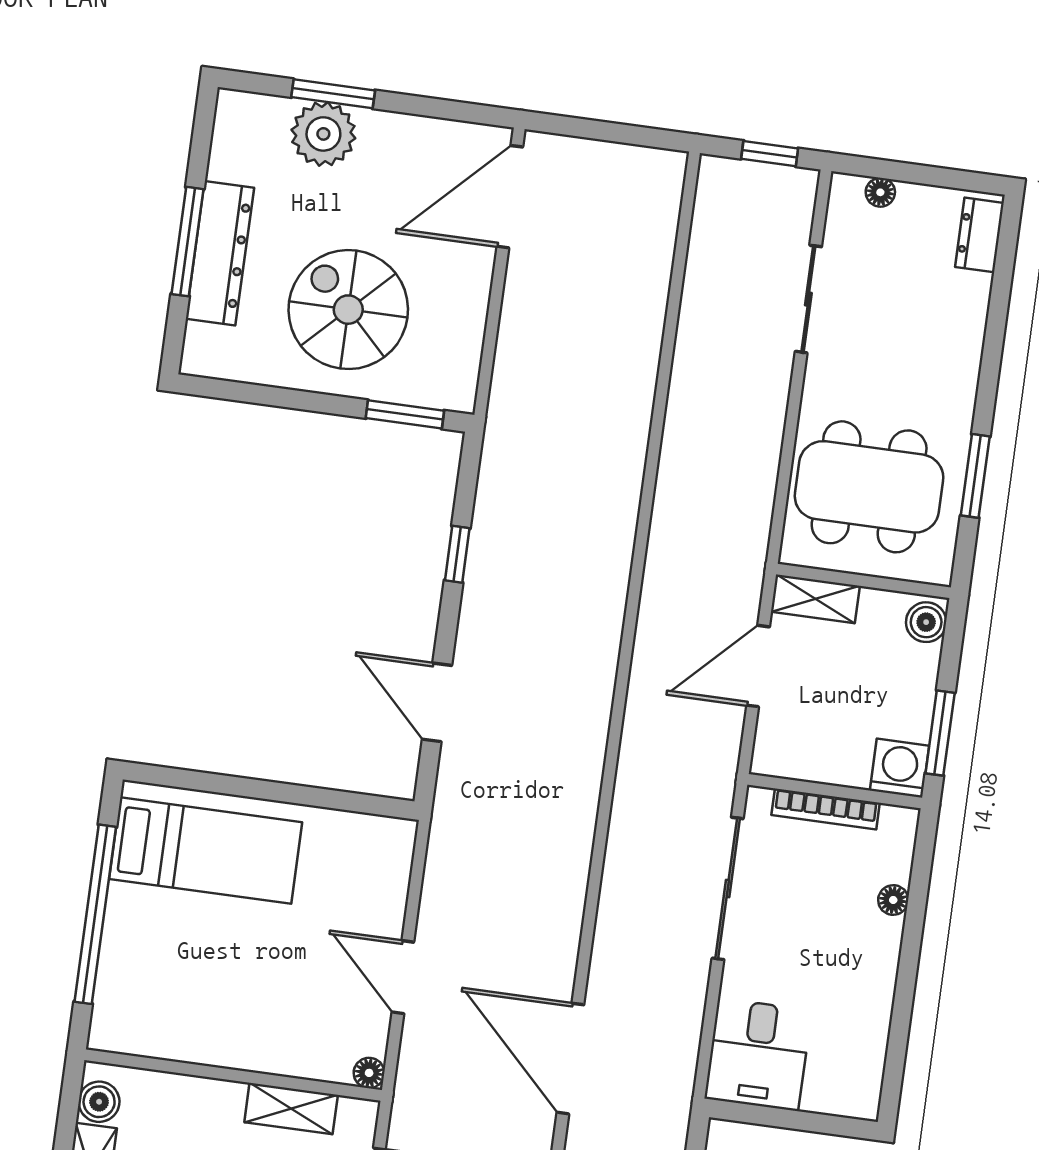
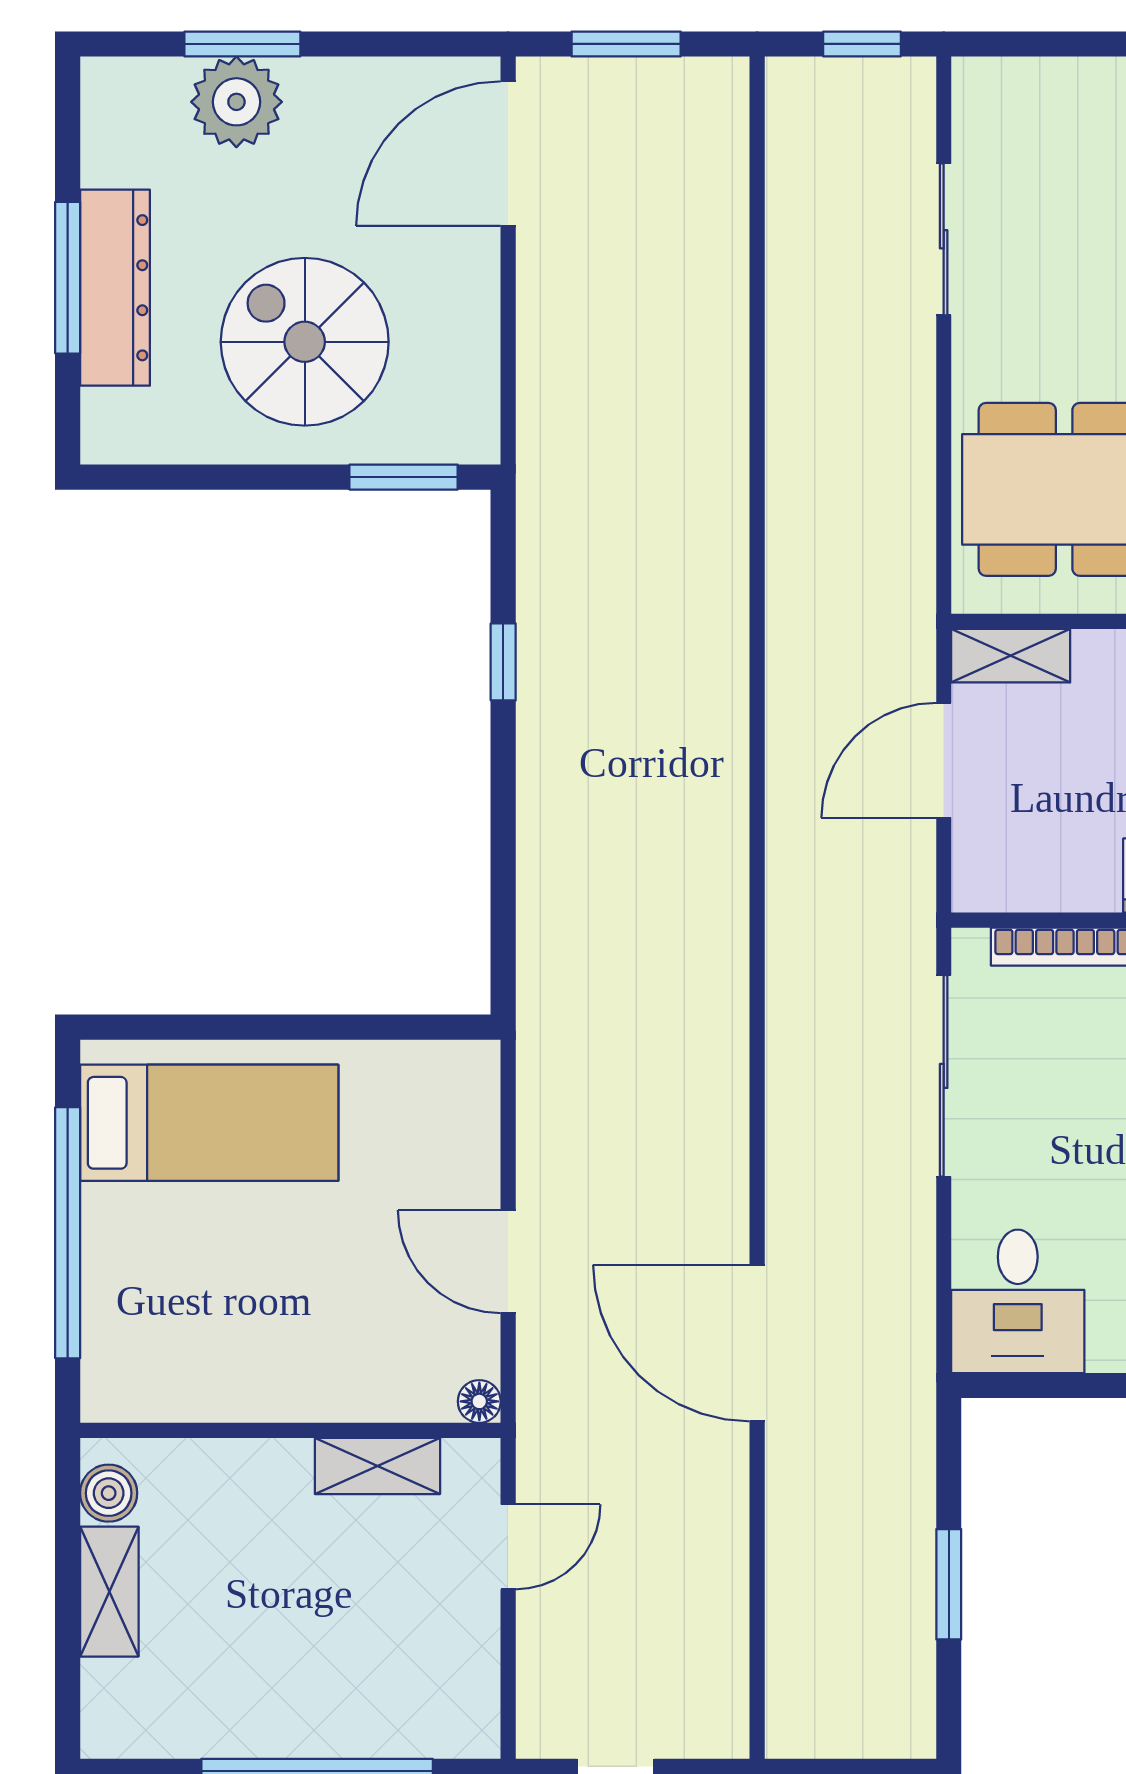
window: (603, 131) -> (626, 44), added
floor lamp: (880, 192) -> (1024, 77), removed
door: (437, 702) -> (503, 872), removed

